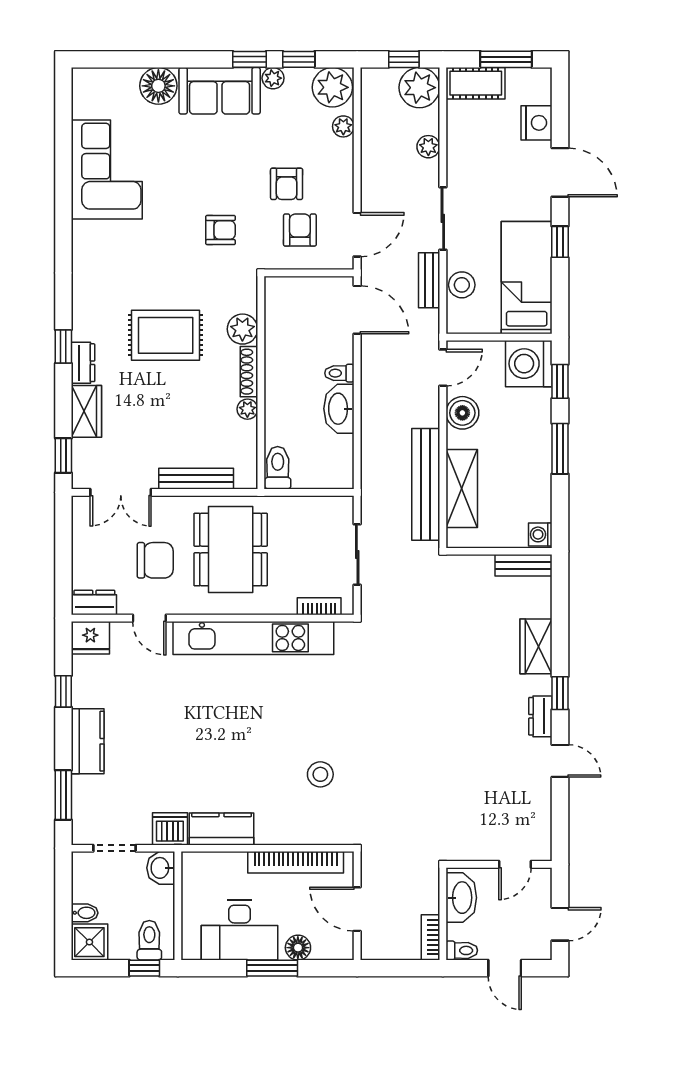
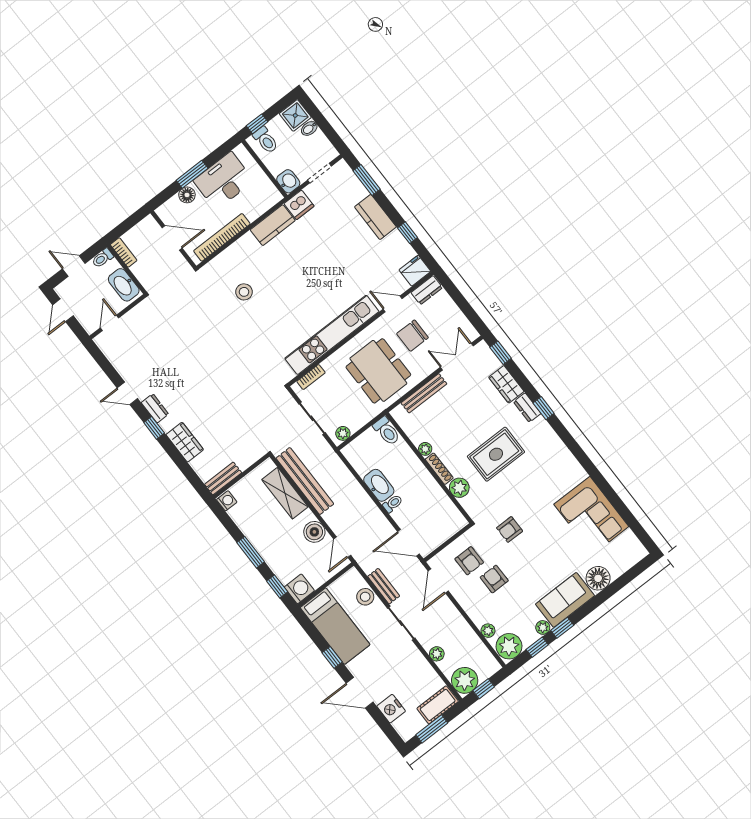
washing machine: (529, 364) -> (299, 589), width x0.73, depth x0.73
plant: (334, 507) -> (343, 433), added

